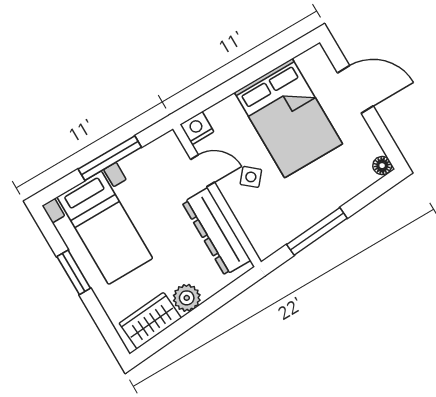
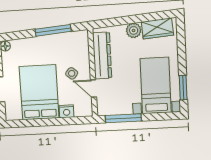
nightstand: (197, 128) -> (67, 111), moved
window: (110, 158) -> (123, 118), moved
window: (74, 272) -> (183, 88), moved

